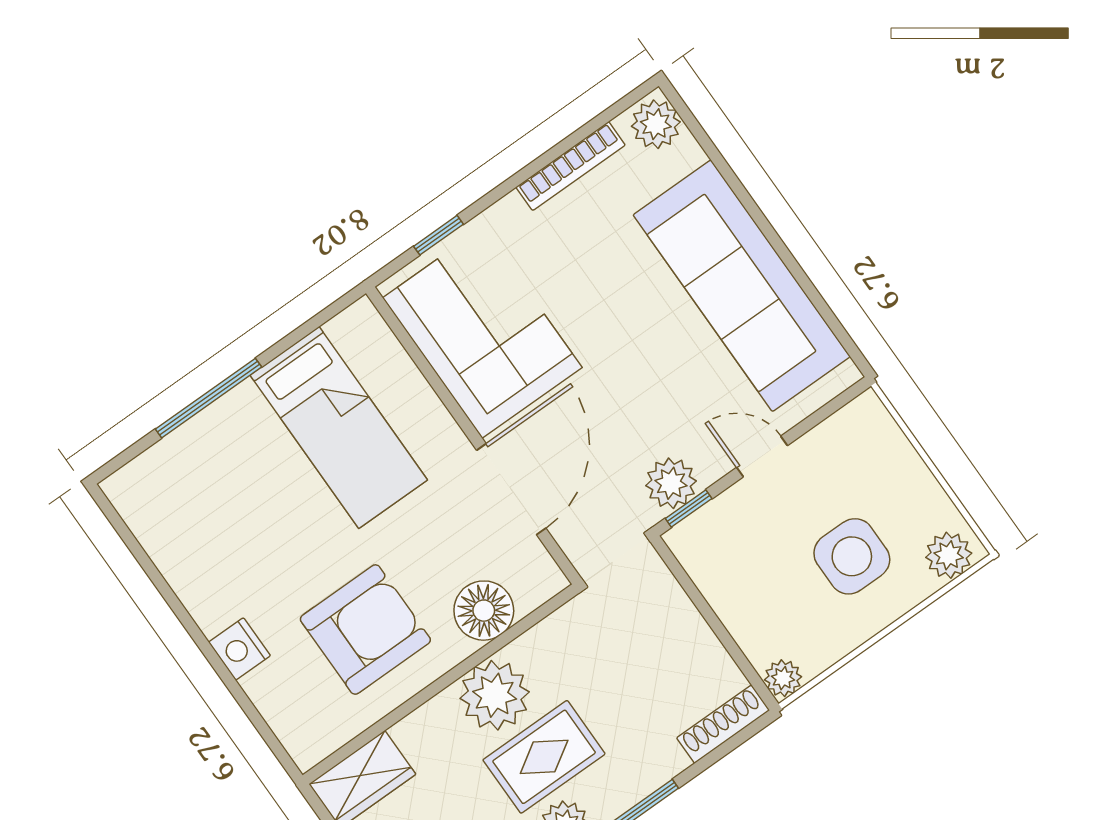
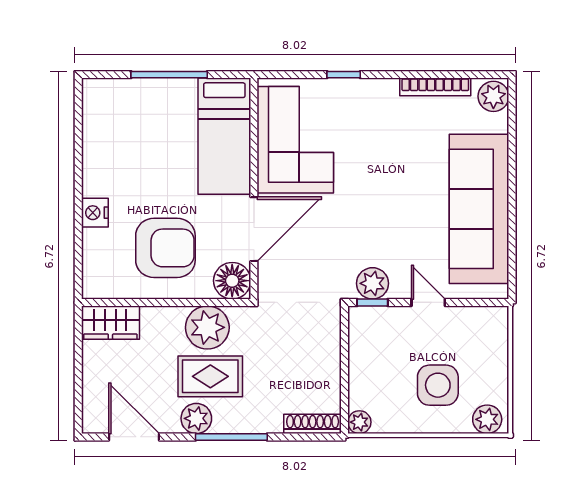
corner sofa: (482, 333) -> (295, 140), moved
wall: (473, 436) -> (254, 189), moved
door: (511, 489) -> (254, 229), moved

